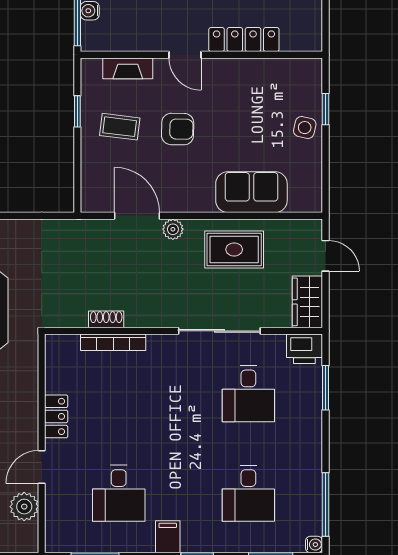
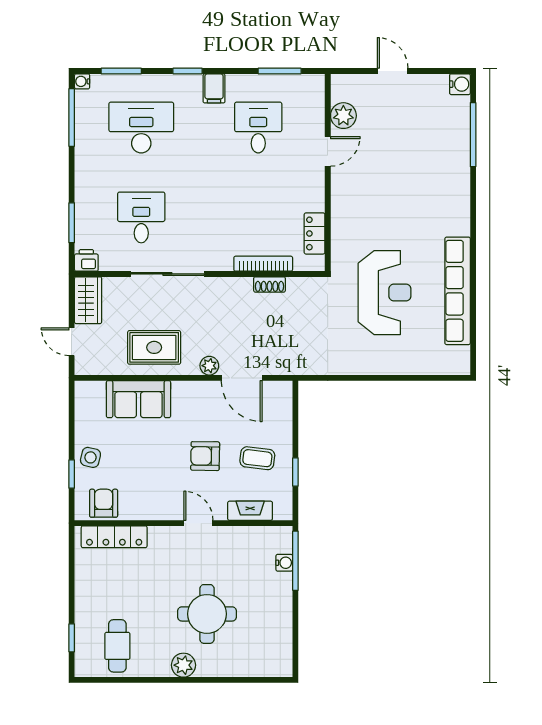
locker: (244, 40) -> (114, 537), moved
armchair: (290, 77) -> (104, 503), added
printer: (304, 349) -> (86, 260), width x0.73, depth x0.81
locker: (56, 416) -> (315, 233), moved
desk: (248, 493) -> (141, 128), width x1.37

